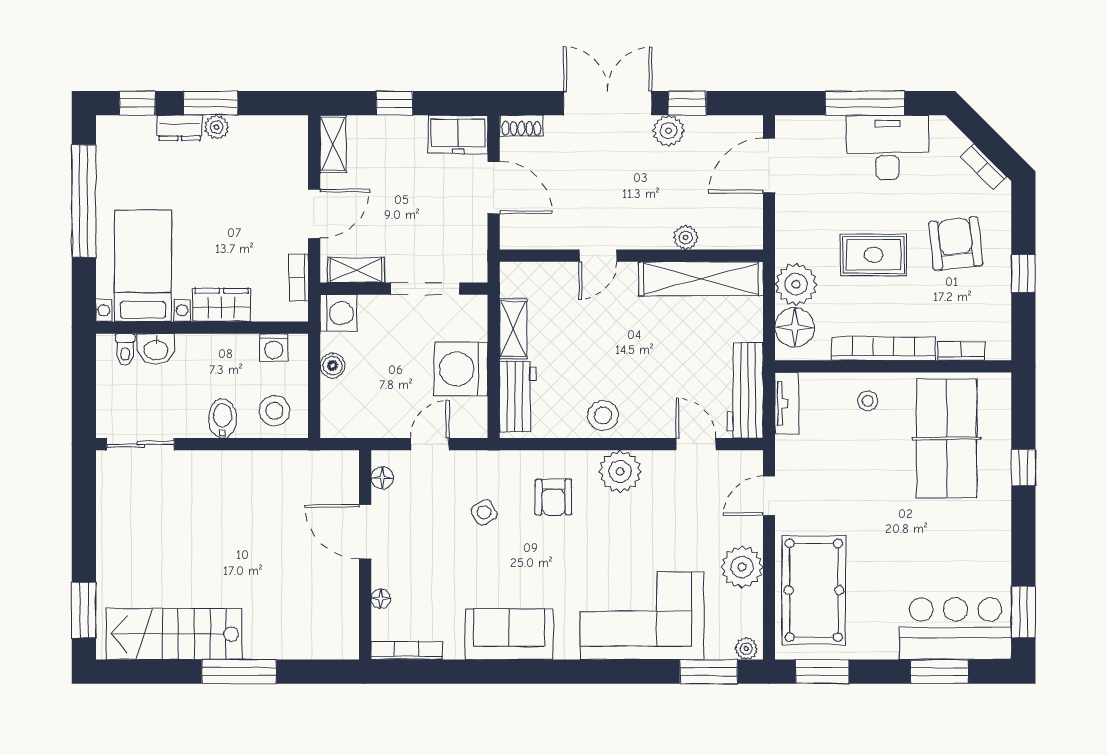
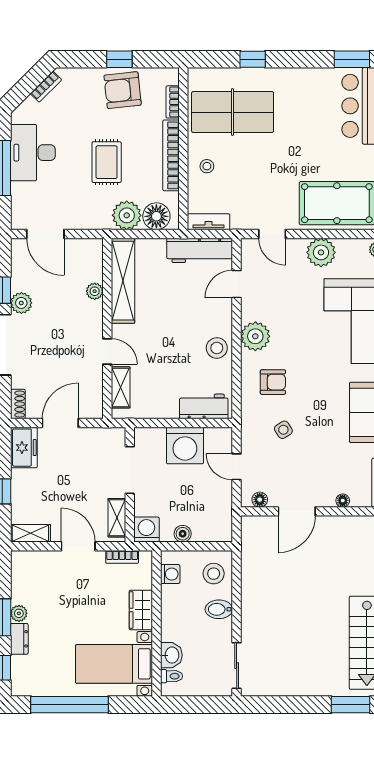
armchair: (956, 244) -> (123, 90), moved
shelving: (513, 329) -> (121, 387), moved, turned 90

